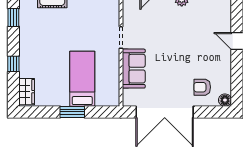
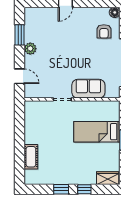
window: (13, 17) -> (61, 189), moved

